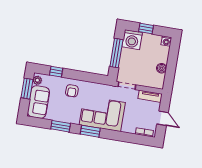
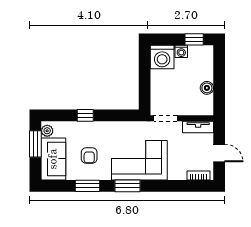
window: (146, 29) -> (194, 39), moved
washing machine: (166, 41) -> (181, 51), moved
window: (116, 53) -> (145, 78), removed
window: (56, 72) -> (85, 115), moved
armchair: (72, 91) -> (89, 155), moved

